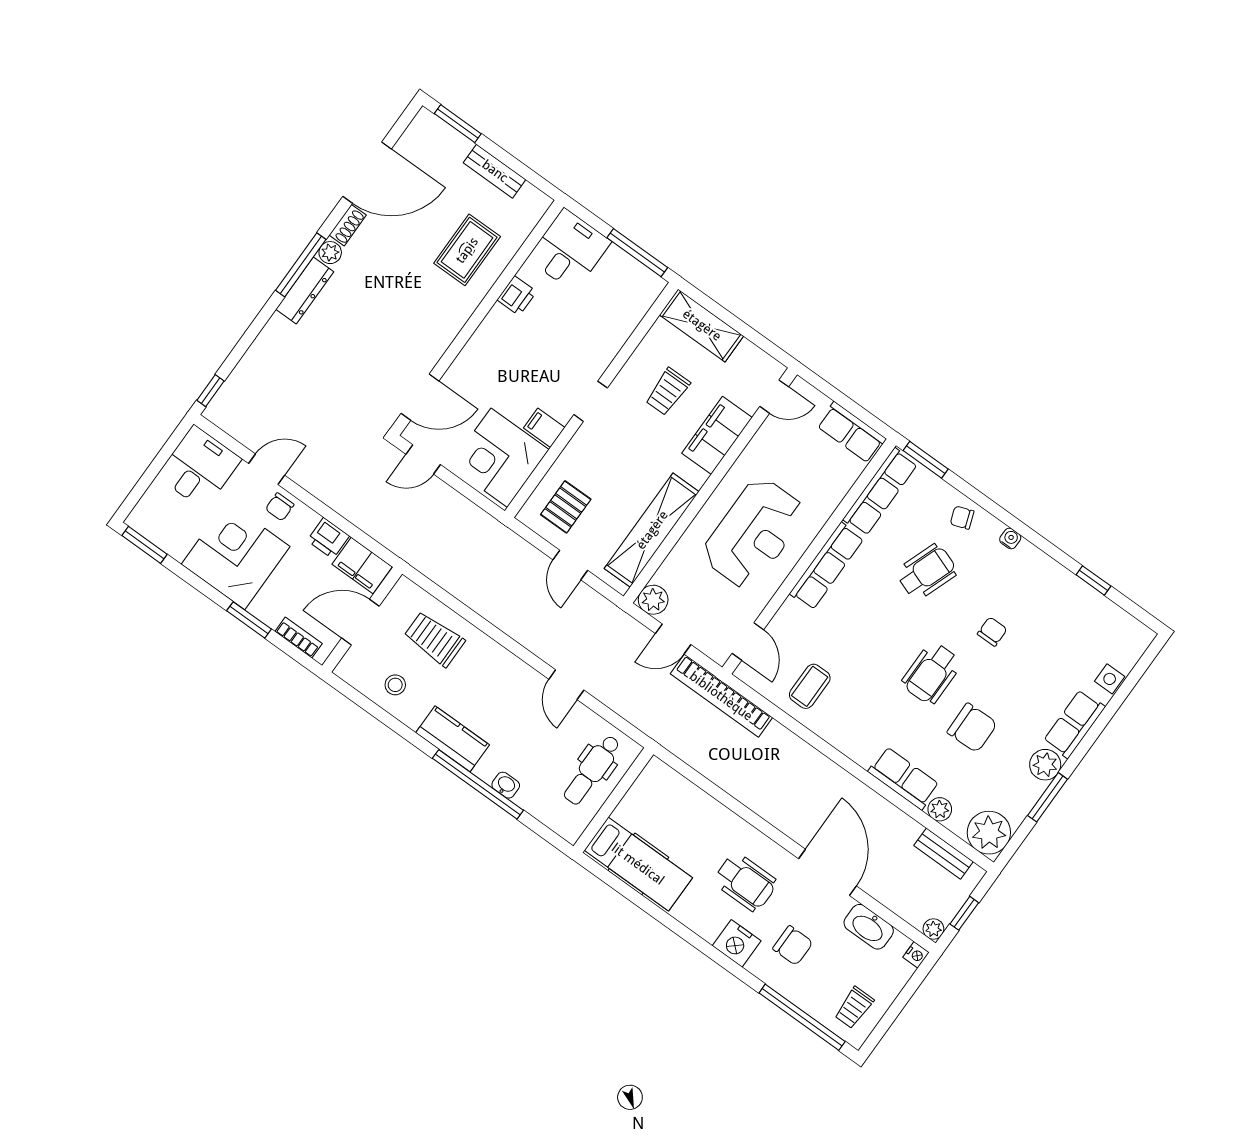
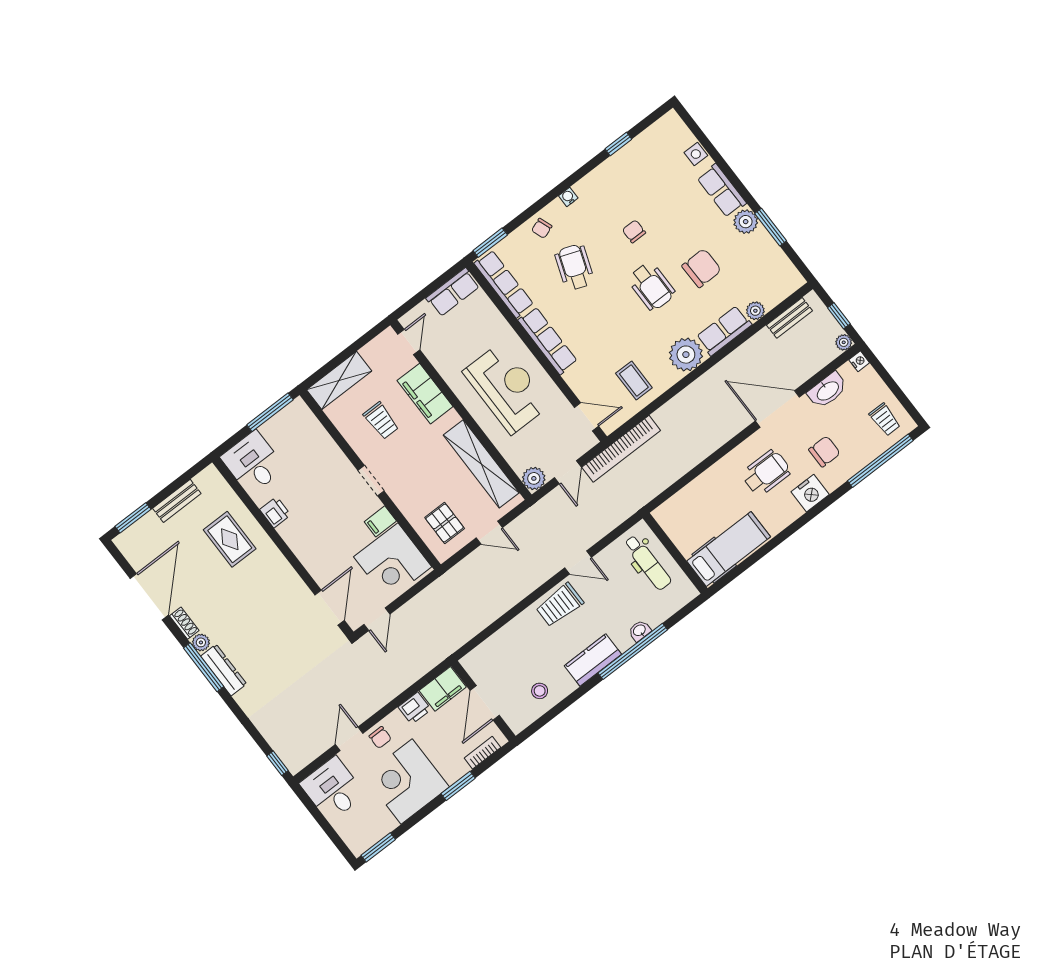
trolley: (434, 639) -> (560, 605), moved
plant: (989, 833) -> (686, 355), moved

